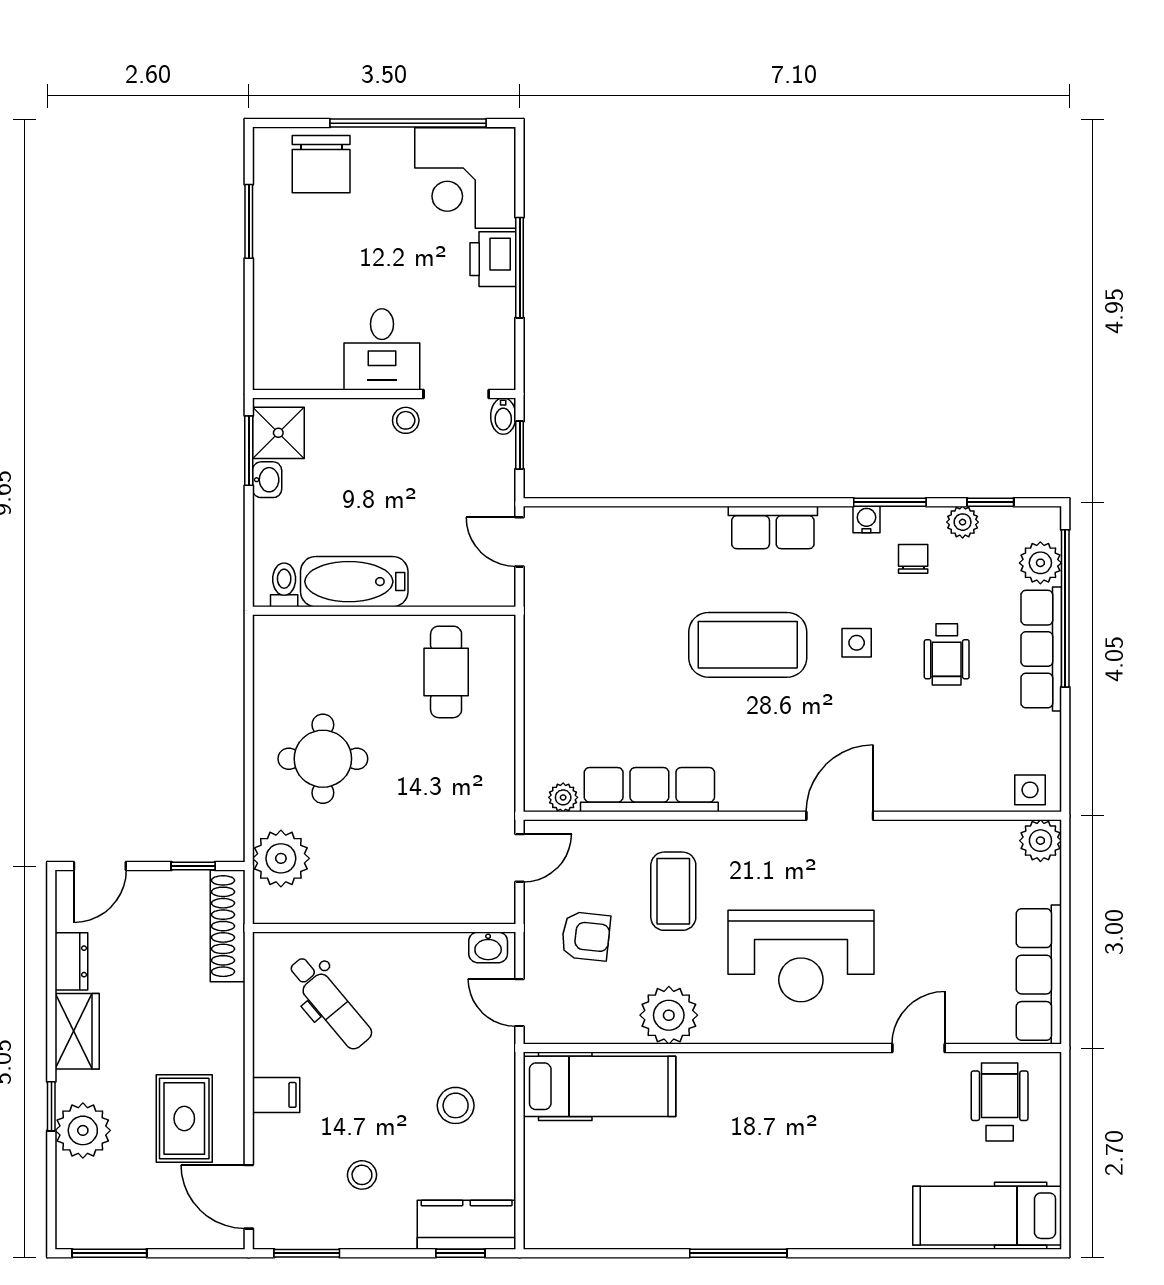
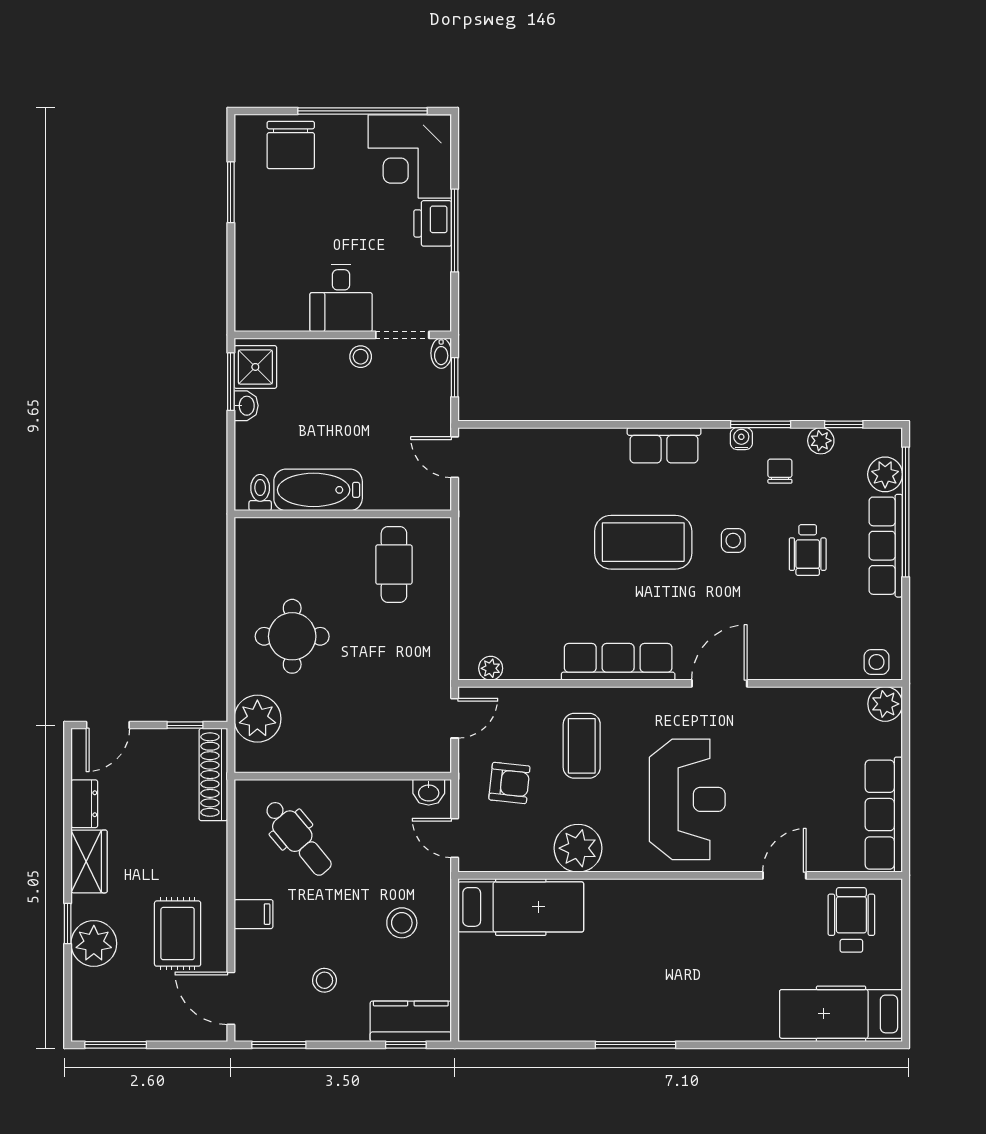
row of seats: (649, 790) -> (618, 662), moved
reception desk: (801, 956) -> (687, 799), turned -90

